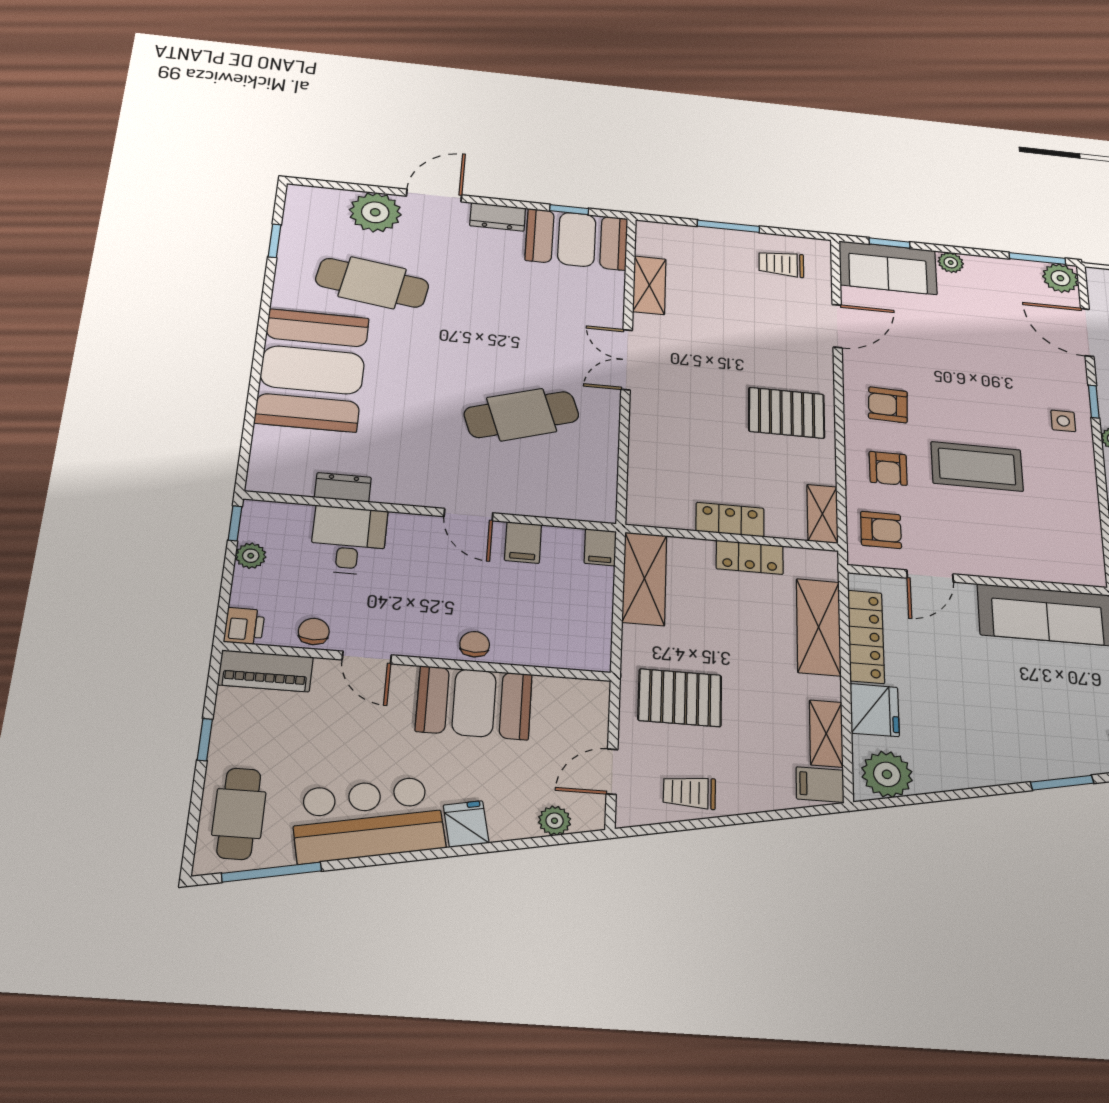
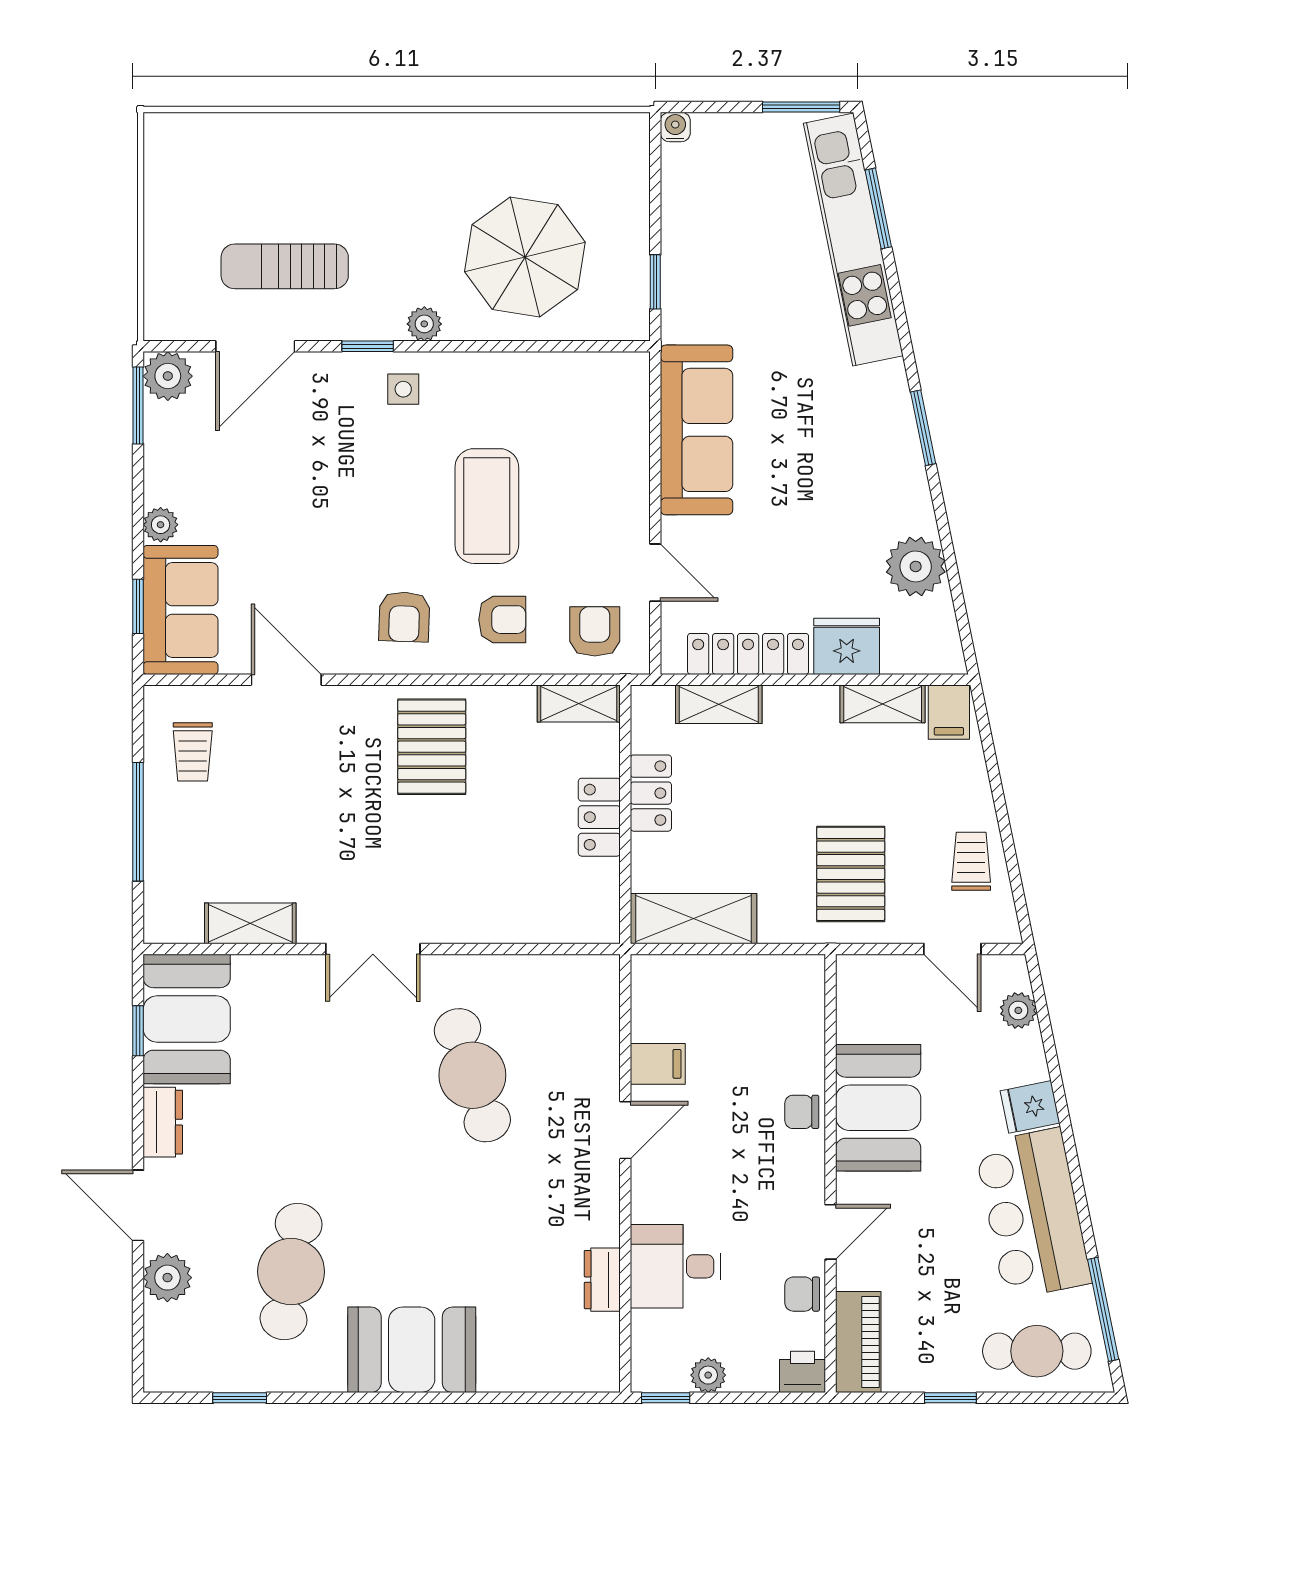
plant: (375, 212) -> (167, 1278), width x0.73, depth x0.73
window: (728, 226) -> (138, 822), width x1.44
booth: (312, 370) -> (412, 1350), width x0.73, depth x0.70
filing cabinet: (600, 547) -> (655, 972), removed
shelving: (819, 627) -> (719, 704), width x0.67, depth x0.75
plant: (887, 774) -> (916, 566), moved
trolley: (689, 792) -> (971, 861), turned 180

